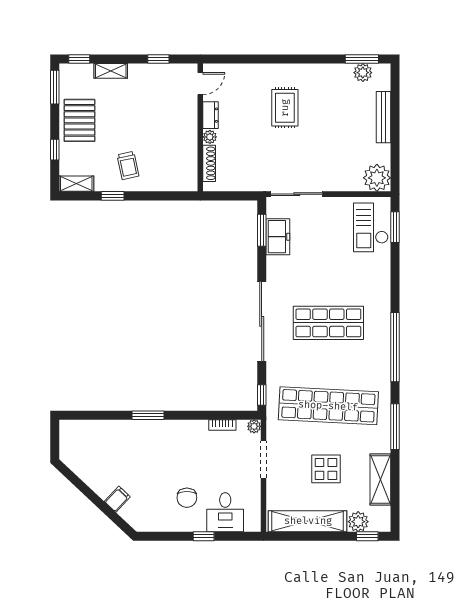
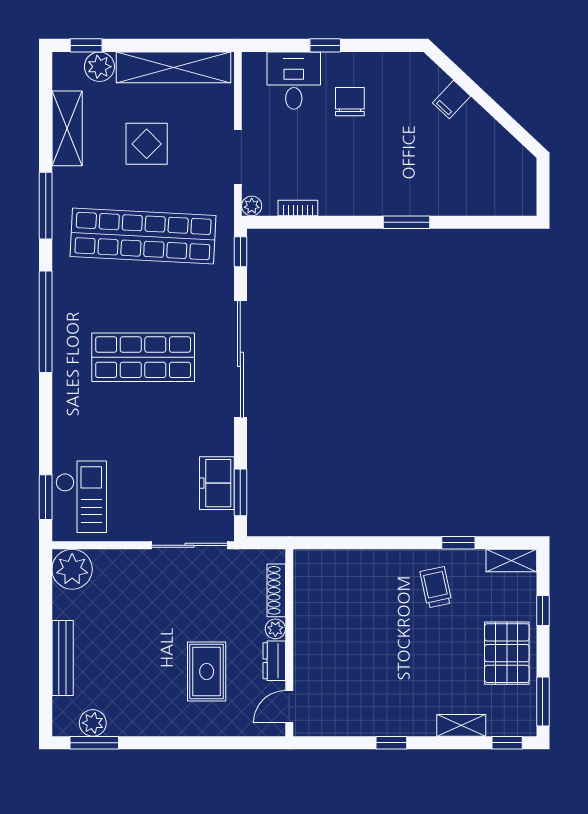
door: (200, 84) -> (289, 707), moved
dresser: (211, 115) -> (274, 661), moved
wall: (200, 127) -> (289, 643), moved
plant: (210, 137) -> (275, 629), moved
shoe rack: (209, 163) -> (276, 590), moved

